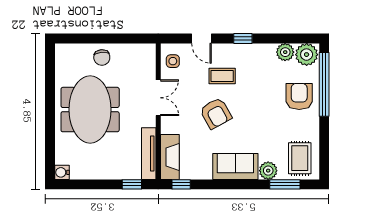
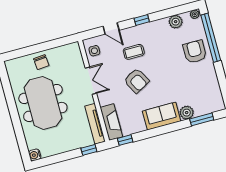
plant: (307, 55) -> (195, 14), width x0.53, depth x0.53
rug: (300, 158) -> (207, 97), removed

